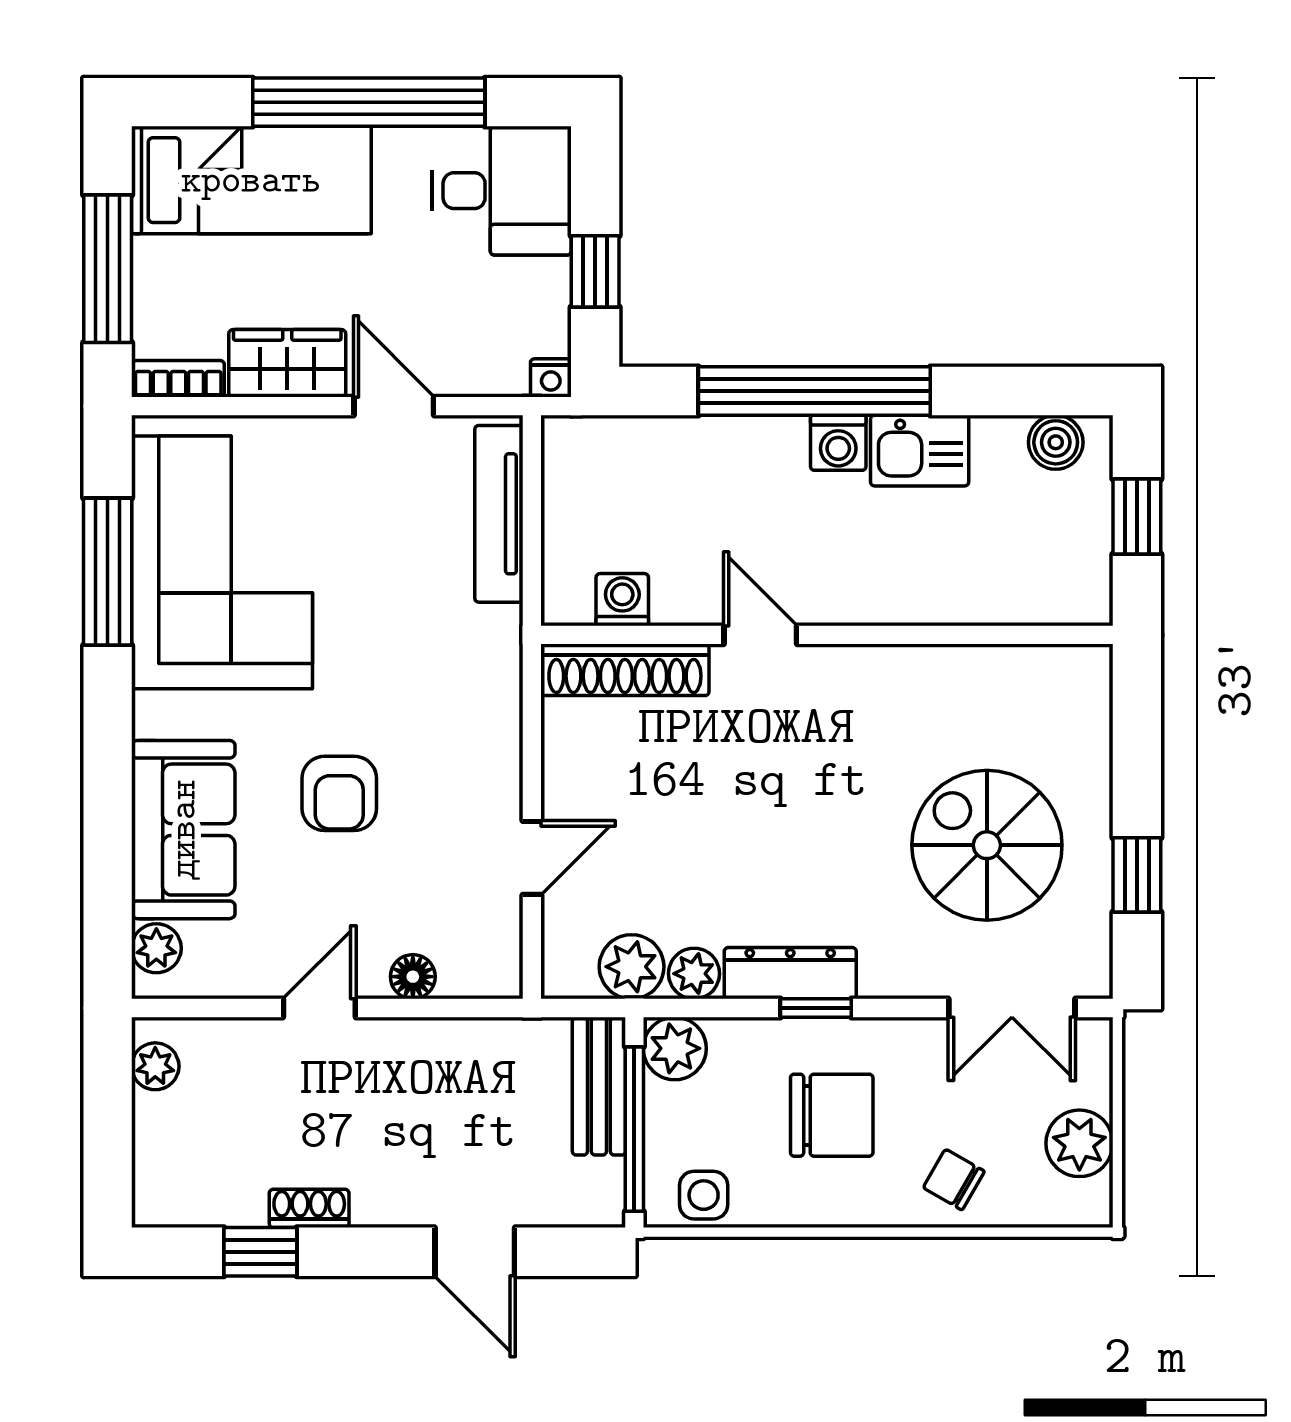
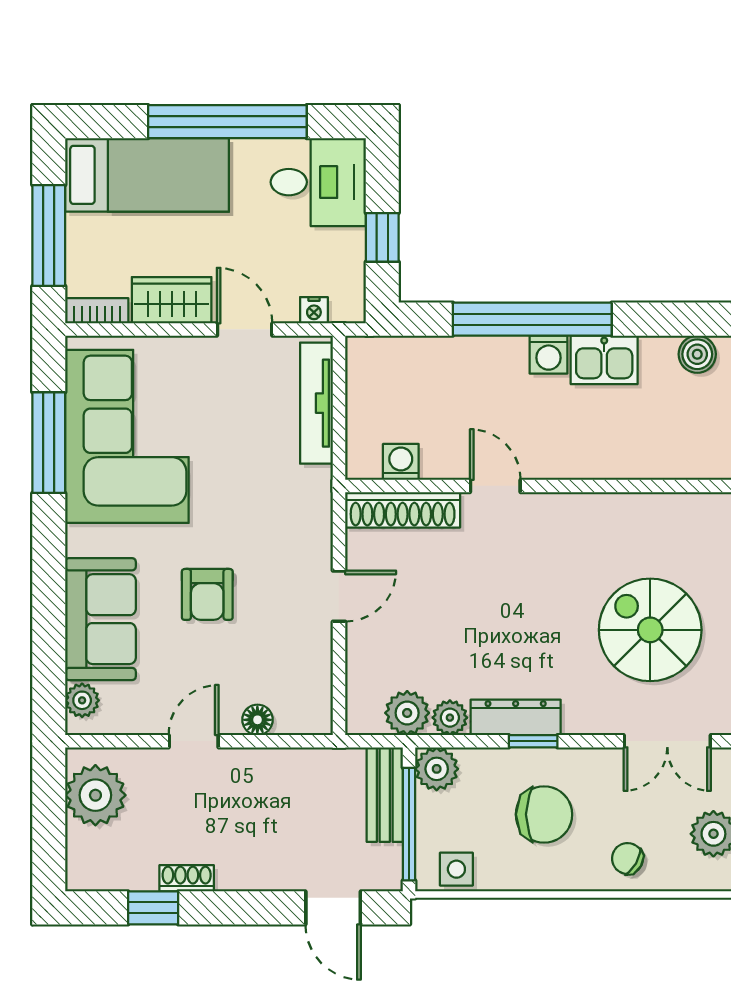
nightstand: (551, 378) -> (314, 310), moved
door: (532, 858) -> (339, 596), moved
plant: (155, 1066) -> (95, 795), width x1.88, depth x1.88
door: (475, 1252) -> (333, 908), moved

